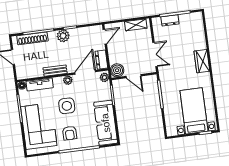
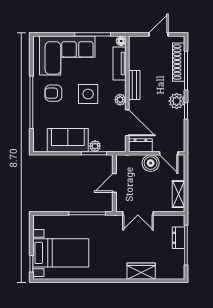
wardrobe: (202, 61) -> (141, 271), moved
boiler: (117, 70) -> (151, 163), moved
plant: (104, 77) -> (95, 146), moved
sofa: (106, 123) -> (68, 140), width x0.73

